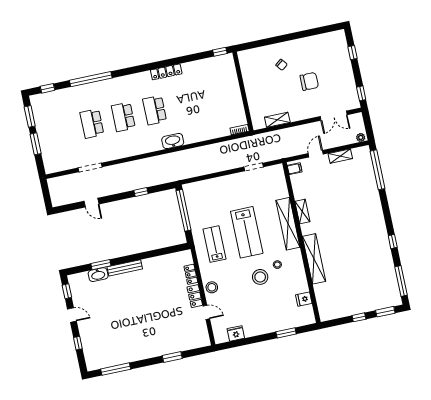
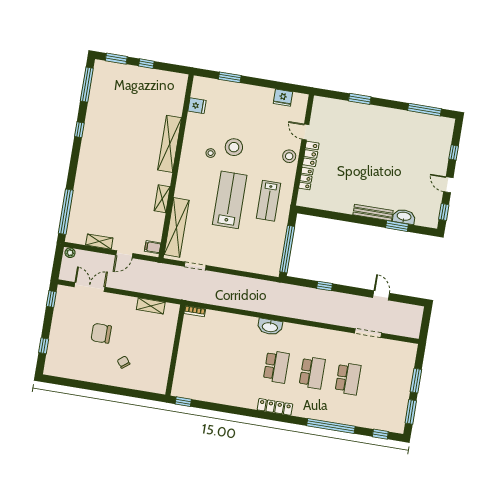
locker: (166, 72) -> (275, 407), moved
shelving: (288, 224) -> (177, 227), moved

